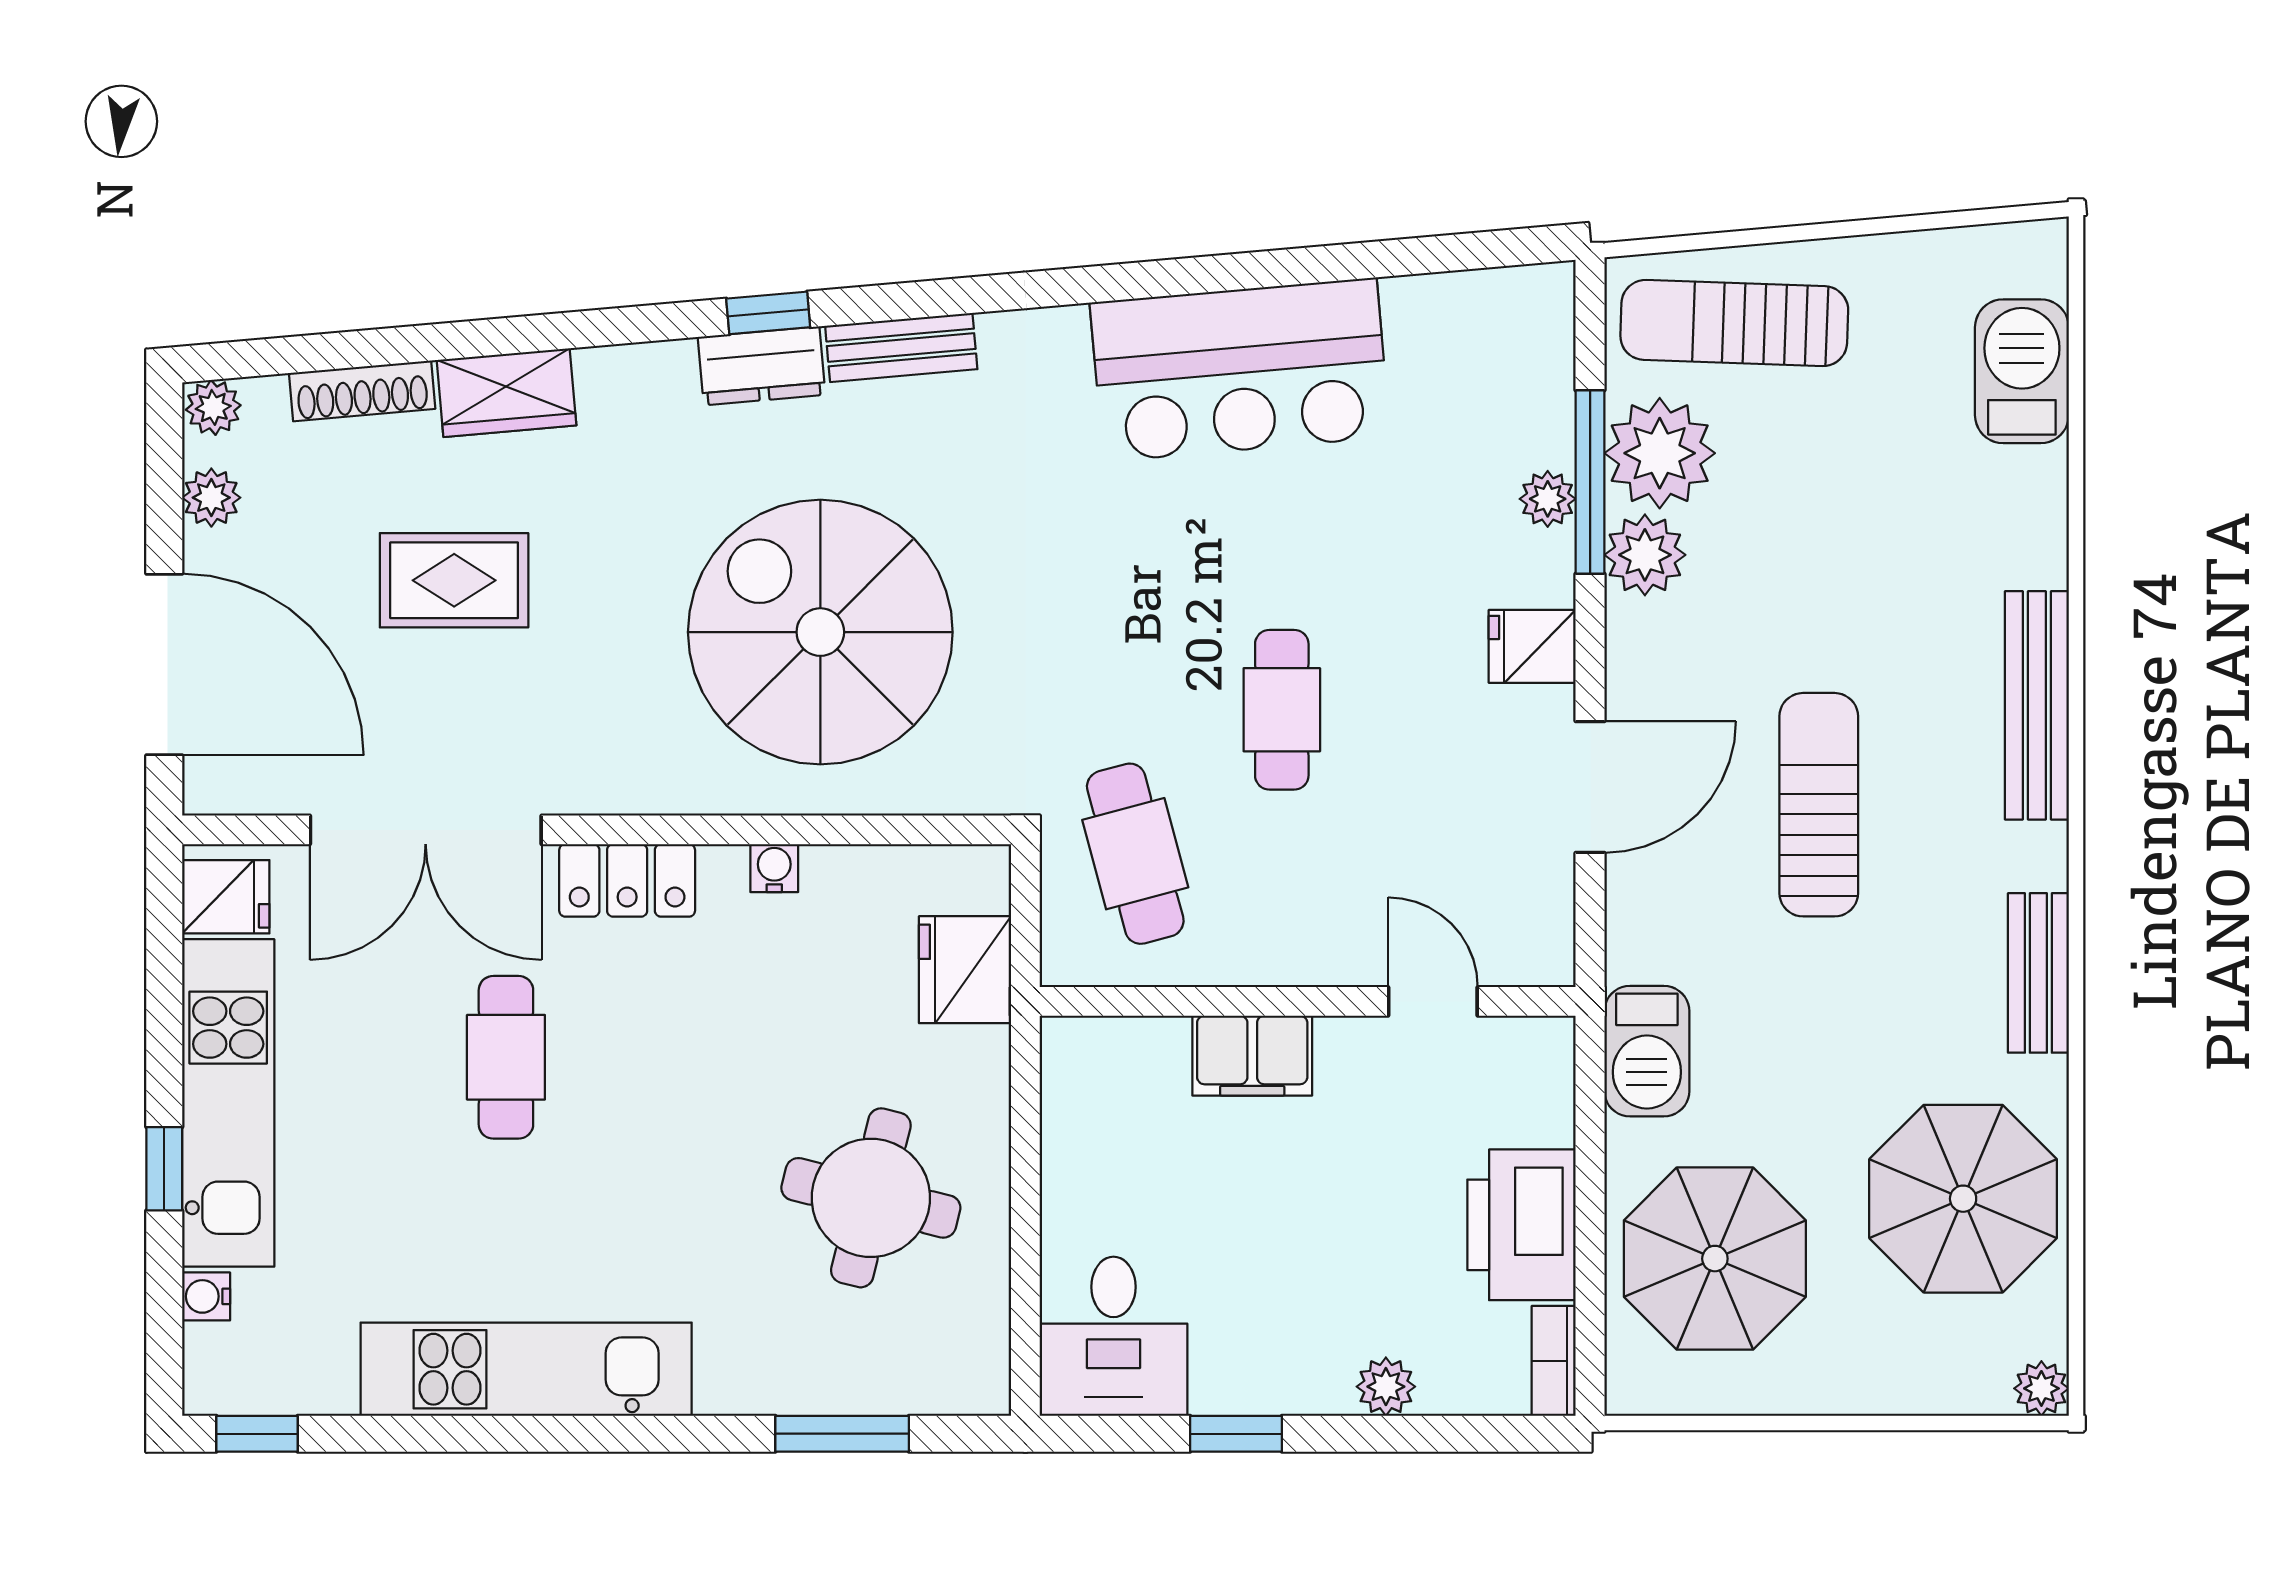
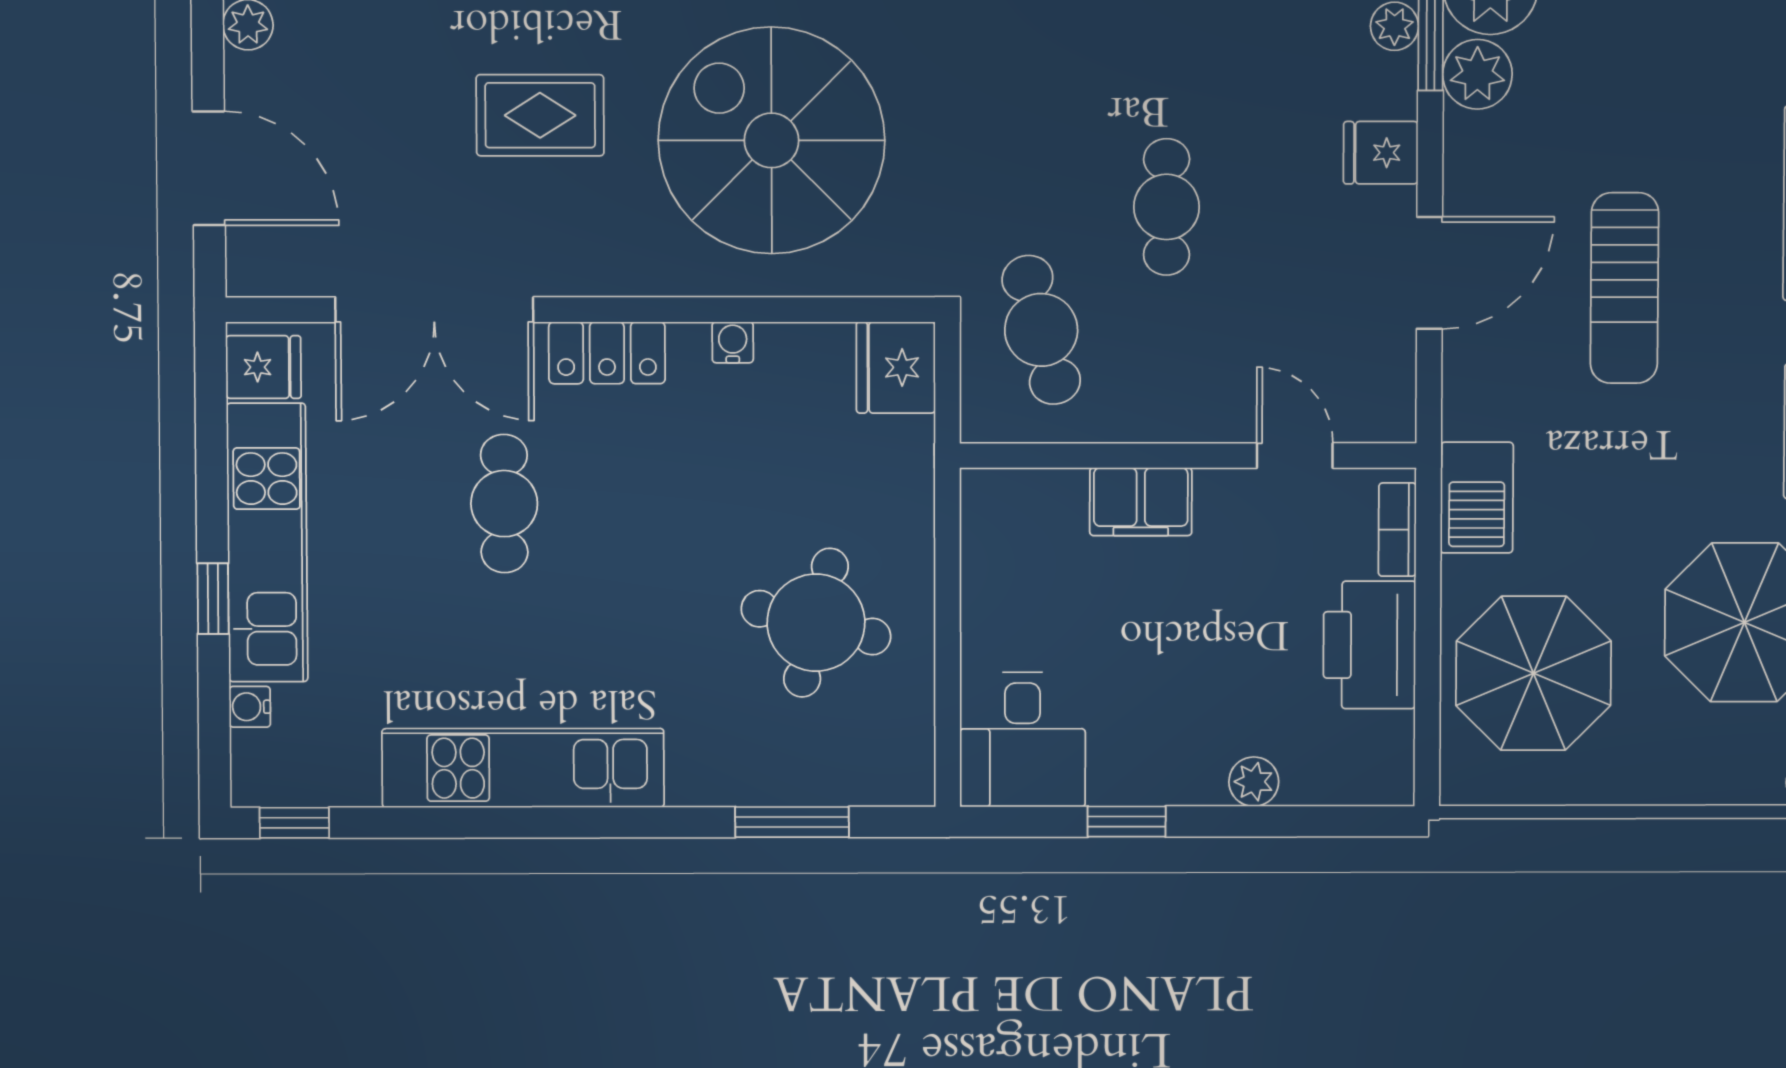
rug: (454, 580) -> (540, 115), moved
door: (164, 665) -> (209, 168), width x0.73
sun lounger: (1819, 805) -> (1624, 288), turned 180
fridge: (965, 970) -> (896, 367), moved
bookcase: (1554, 1361) -> (1397, 530), moved

